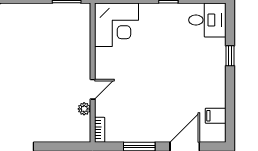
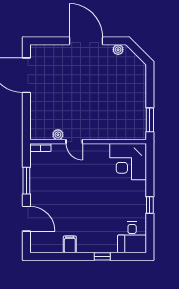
filing cabinet: (216, 116) -> (70, 244), moved

